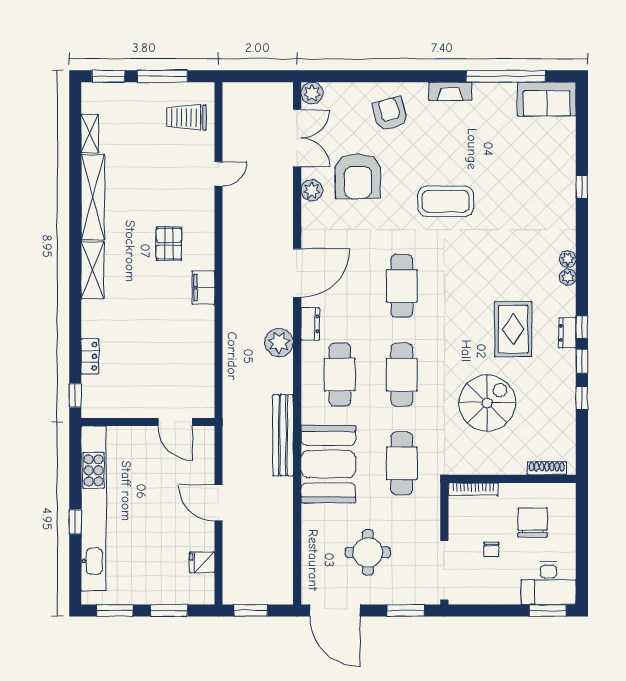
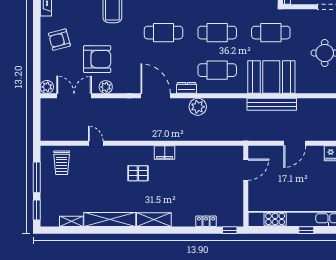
bench: (283, 435) -> (272, 104), moved

